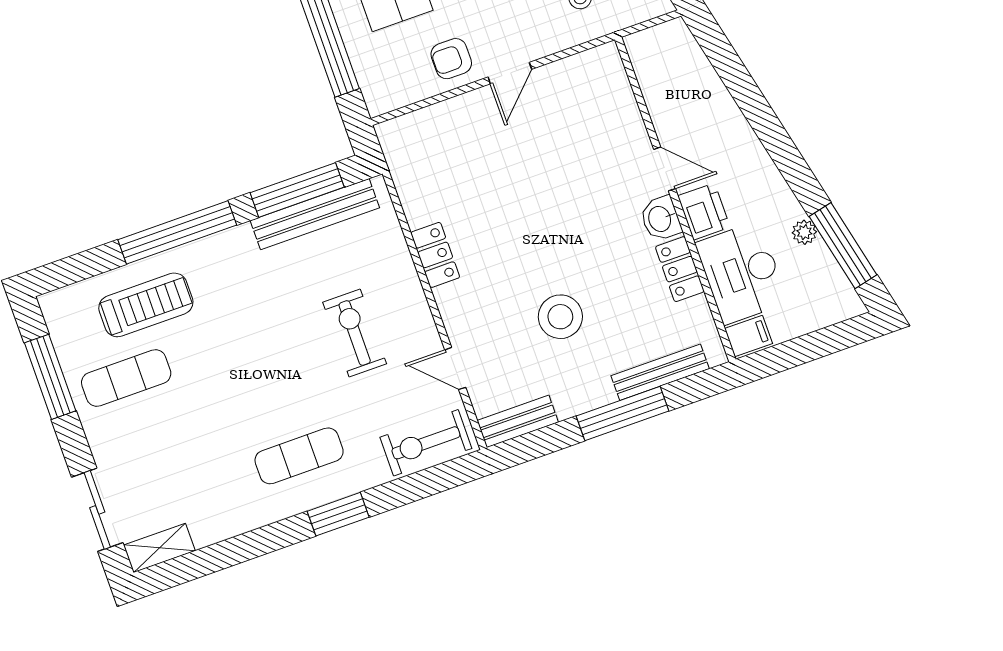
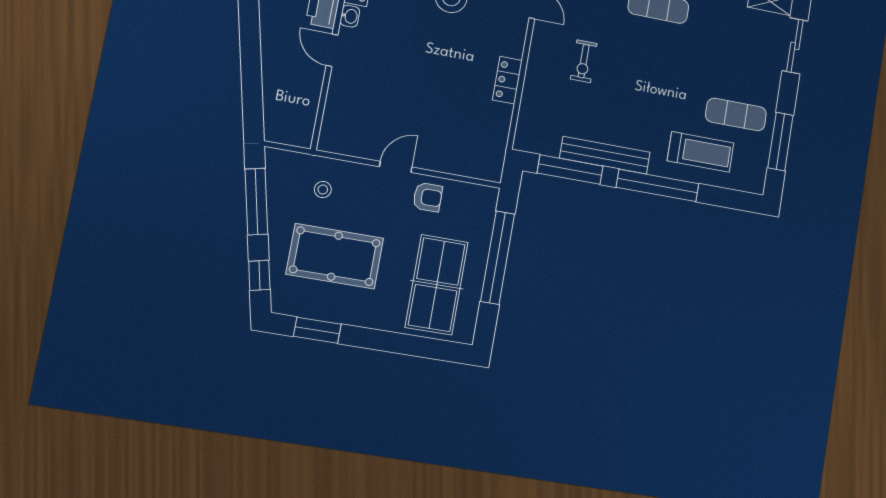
bench: (315, 214) -> (605, 155), moved
washbasin: (661, 219) -> (350, 16), width x0.72, depth x0.69
treadmill: (146, 305) -> (700, 152), turned 180
exercise bike: (355, 333) -> (584, 61), width x0.73, depth x0.72

